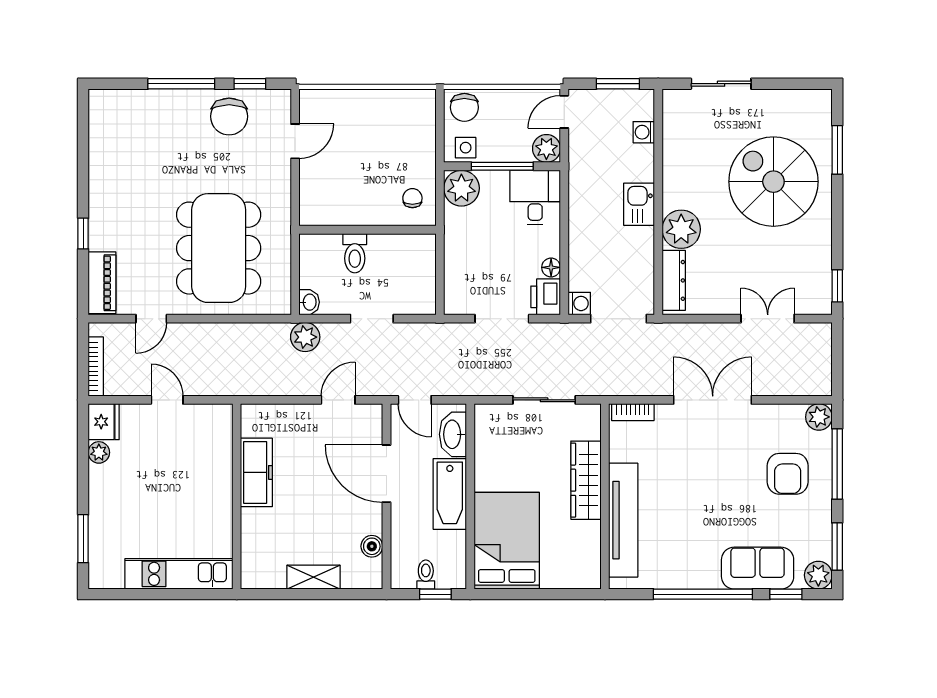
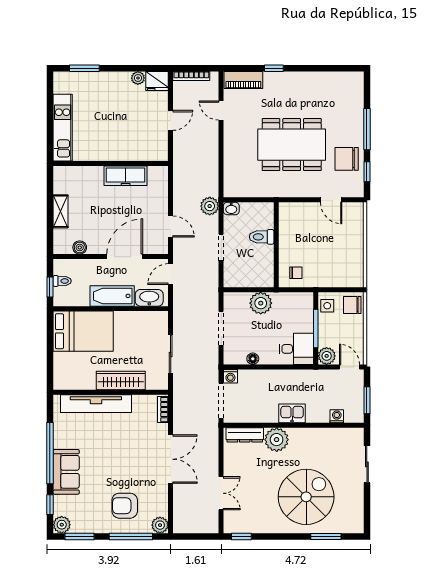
plant: (461, 188) -> (261, 303), moved
dining table: (219, 248) -> (292, 145), moved
printer: (546, 297) -> (235, 355), removed
sofa: (758, 568) -> (66, 472), moved

